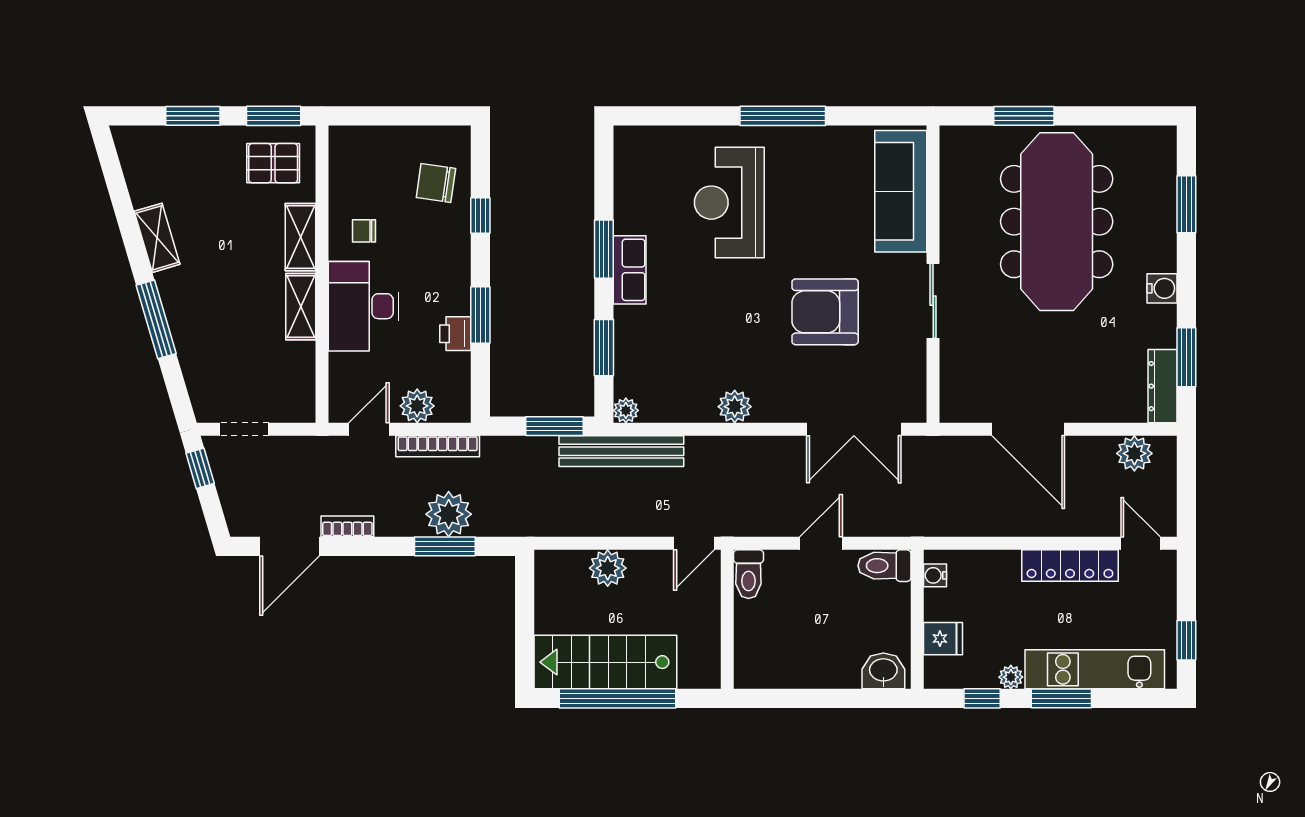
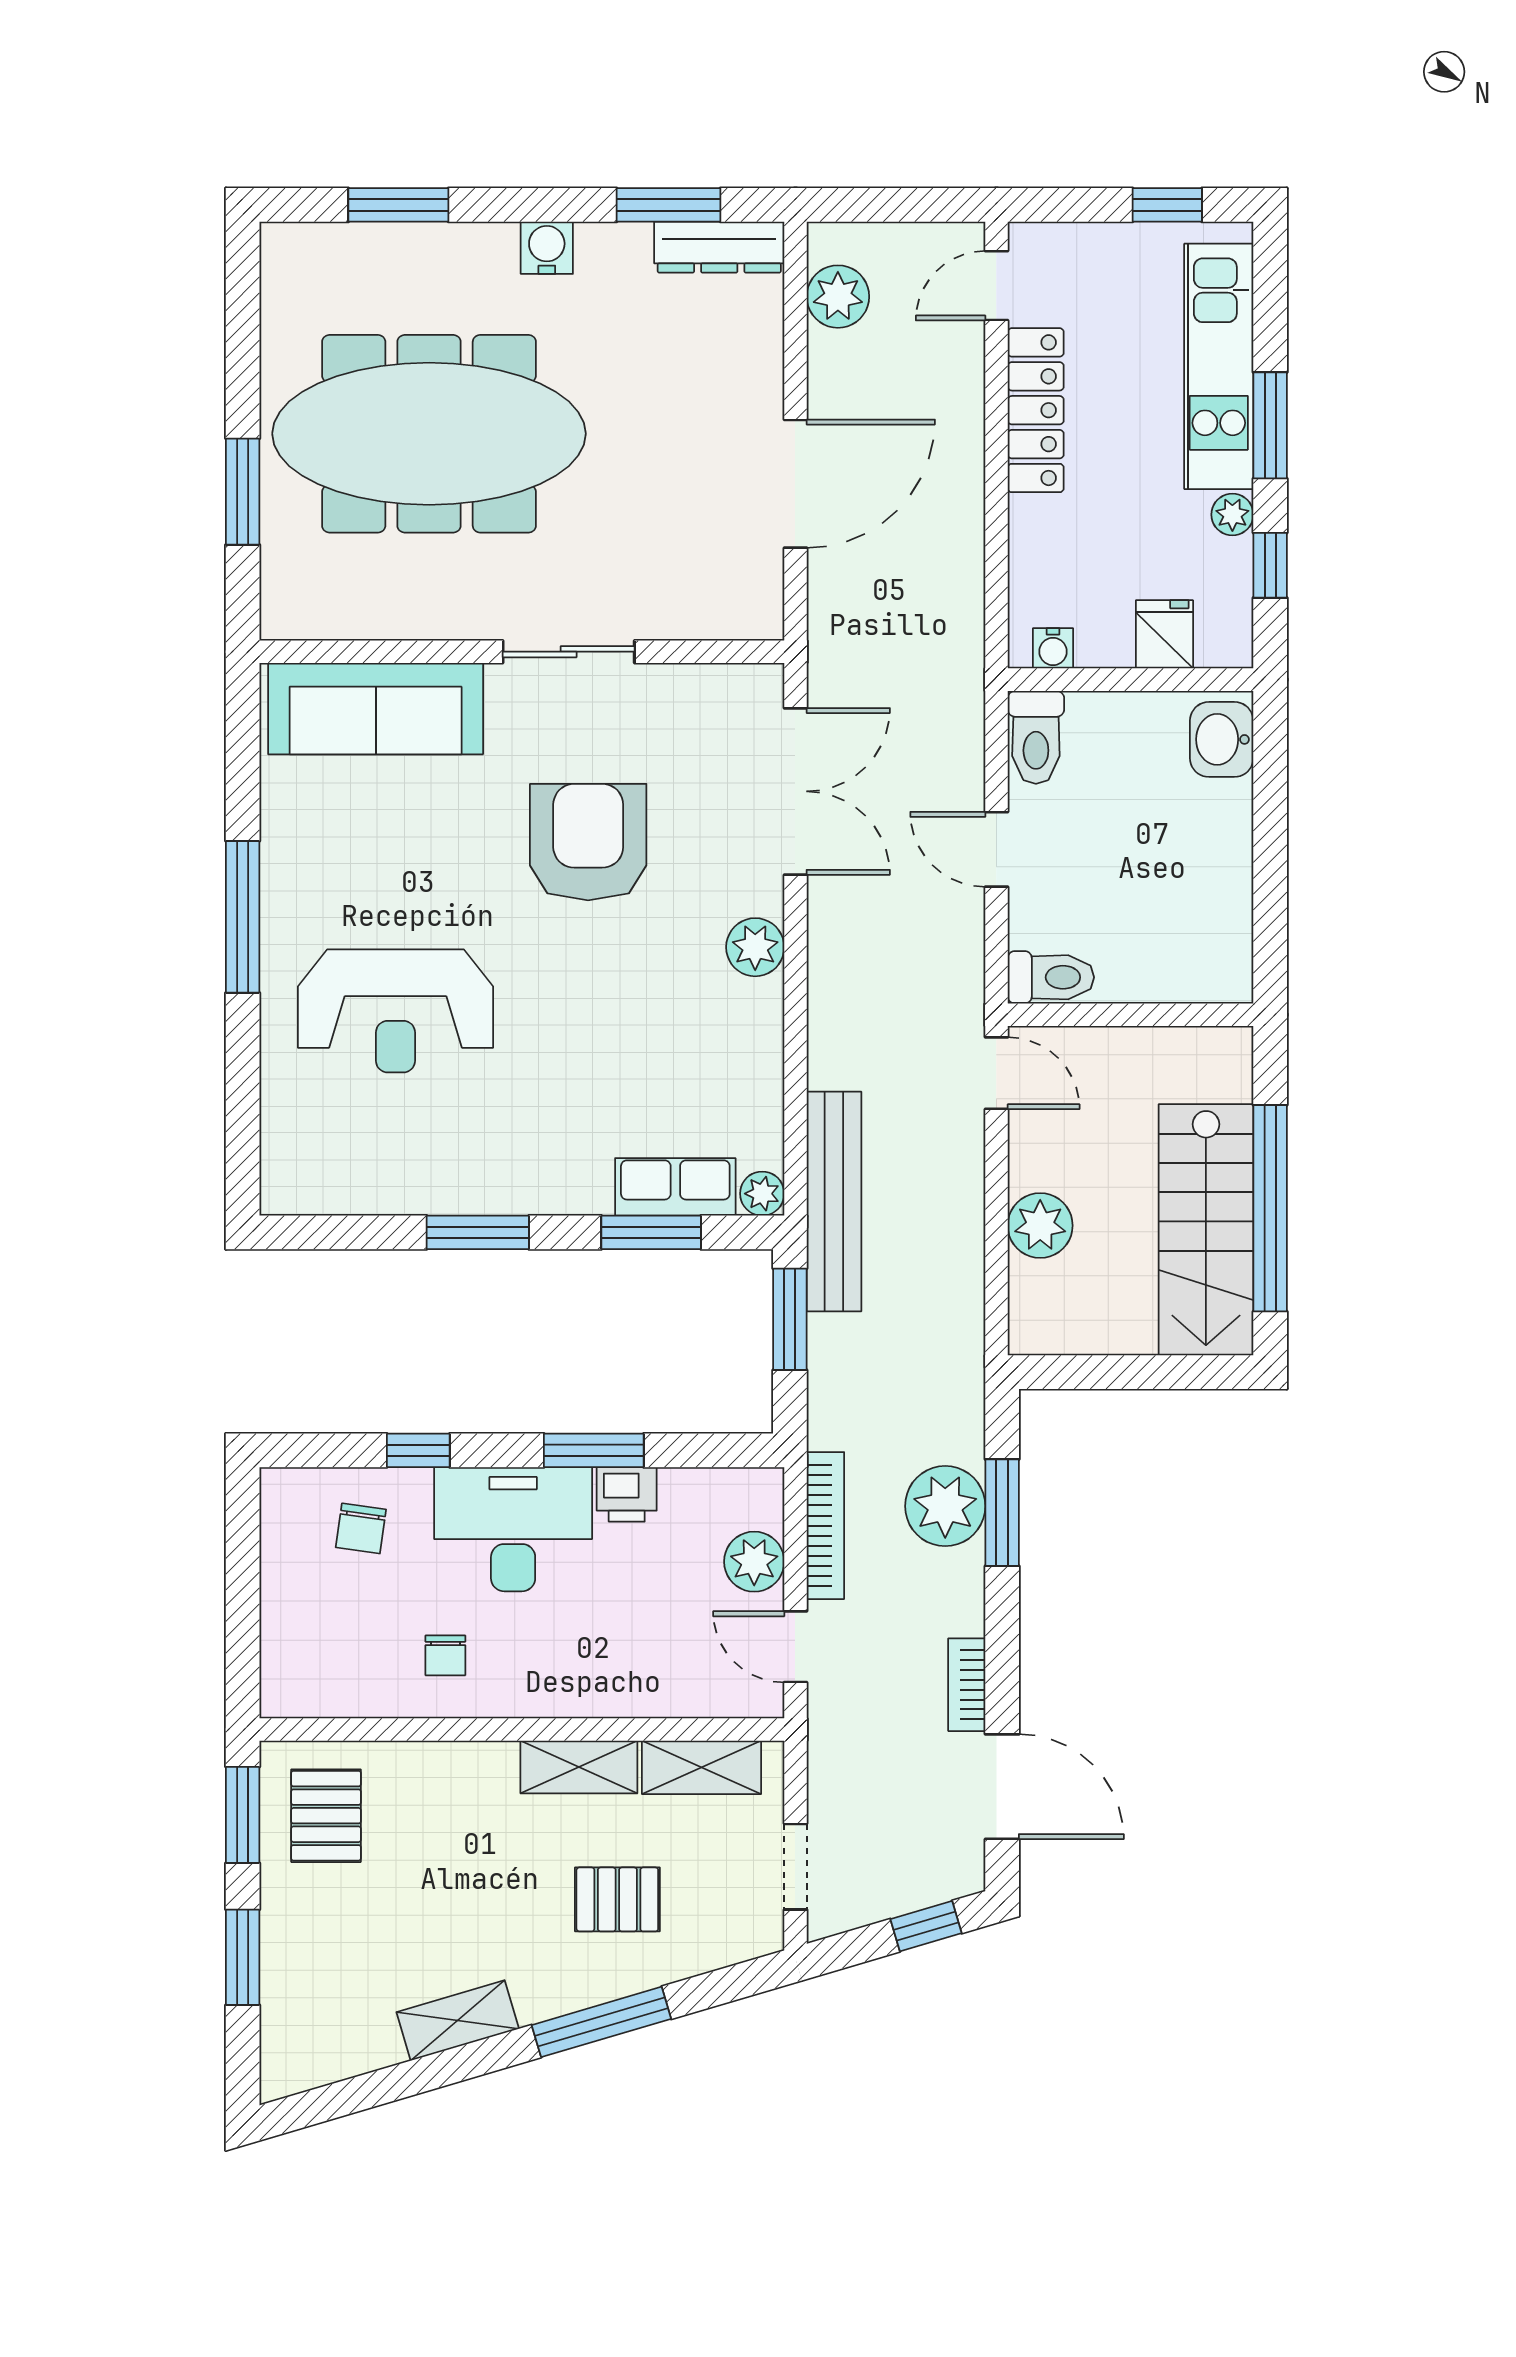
chair: (436, 183) -> (361, 1528), width x0.73, depth x0.73
shelving: (300, 237) -> (701, 1767), moved
row of seats: (630, 270) -> (675, 1187), moved
desk: (364, 306) -> (513, 1529), moved, turned 180
armchair: (825, 312) -> (588, 842), turned 180
pallet: (226, 328) -> (617, 1899), added
plant: (735, 407) -> (755, 947), moved
window: (200, 468) -> (926, 1926), moved

